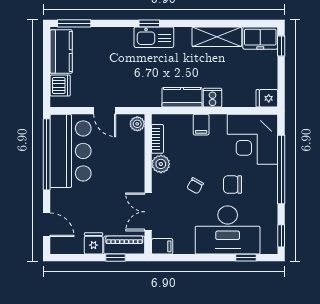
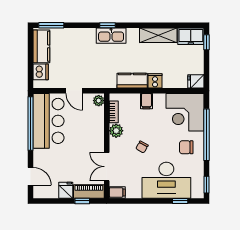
chair: (233, 184) -> (186, 147), moved

